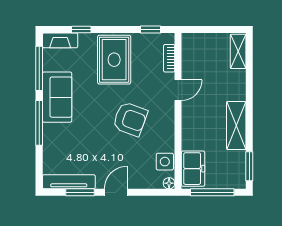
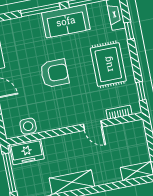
rug: (114, 60) -> (108, 64), turned 90
armchair: (130, 119) -> (54, 73), moved, turned -110
floor lamp: (169, 183) -> (10, 133), removed

